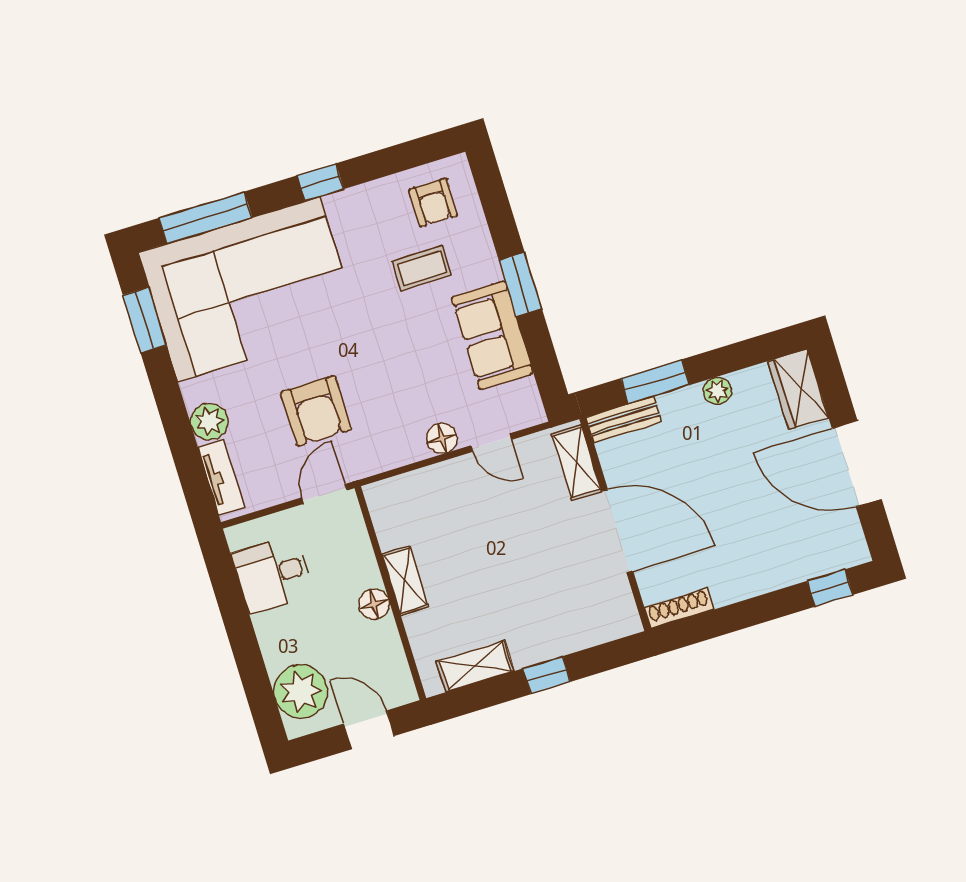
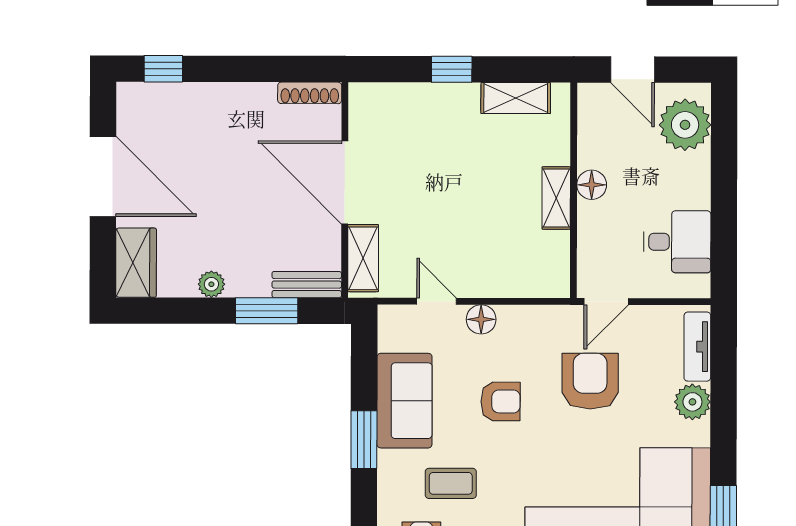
armchair: (398, 364) -> (501, 401), added

